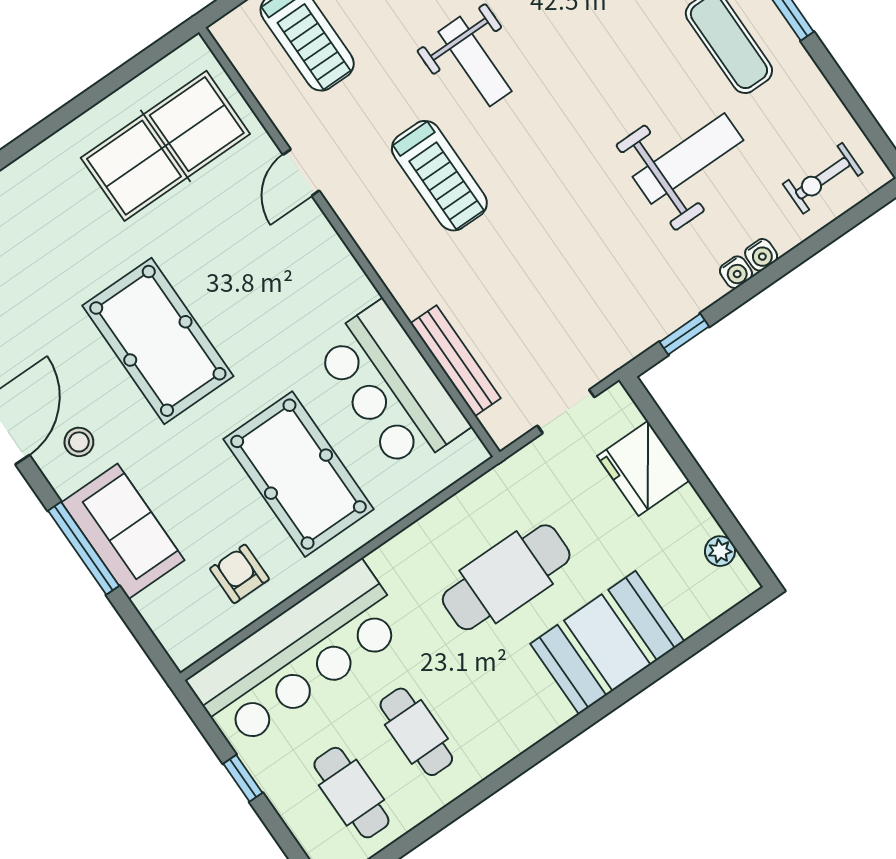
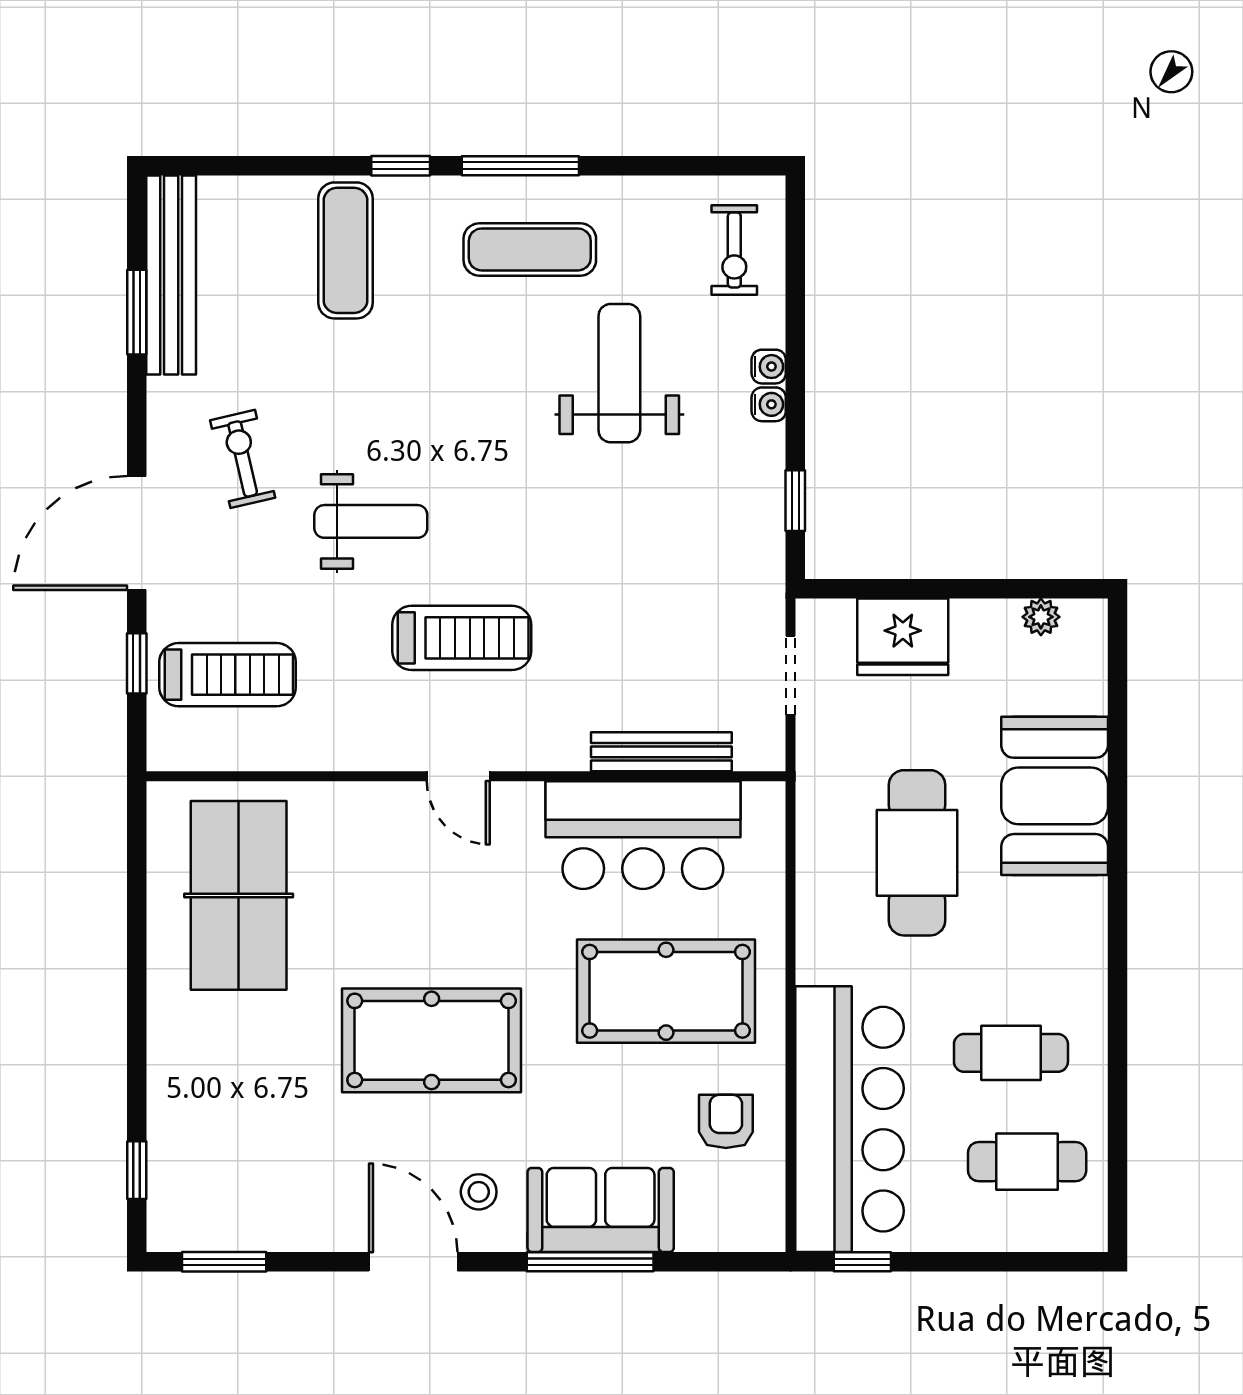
door: (301, 173) -> (458, 776), moved
armchair: (240, 574) -> (726, 1121), turned 90
window: (243, 778) -> (862, 1262), moved

